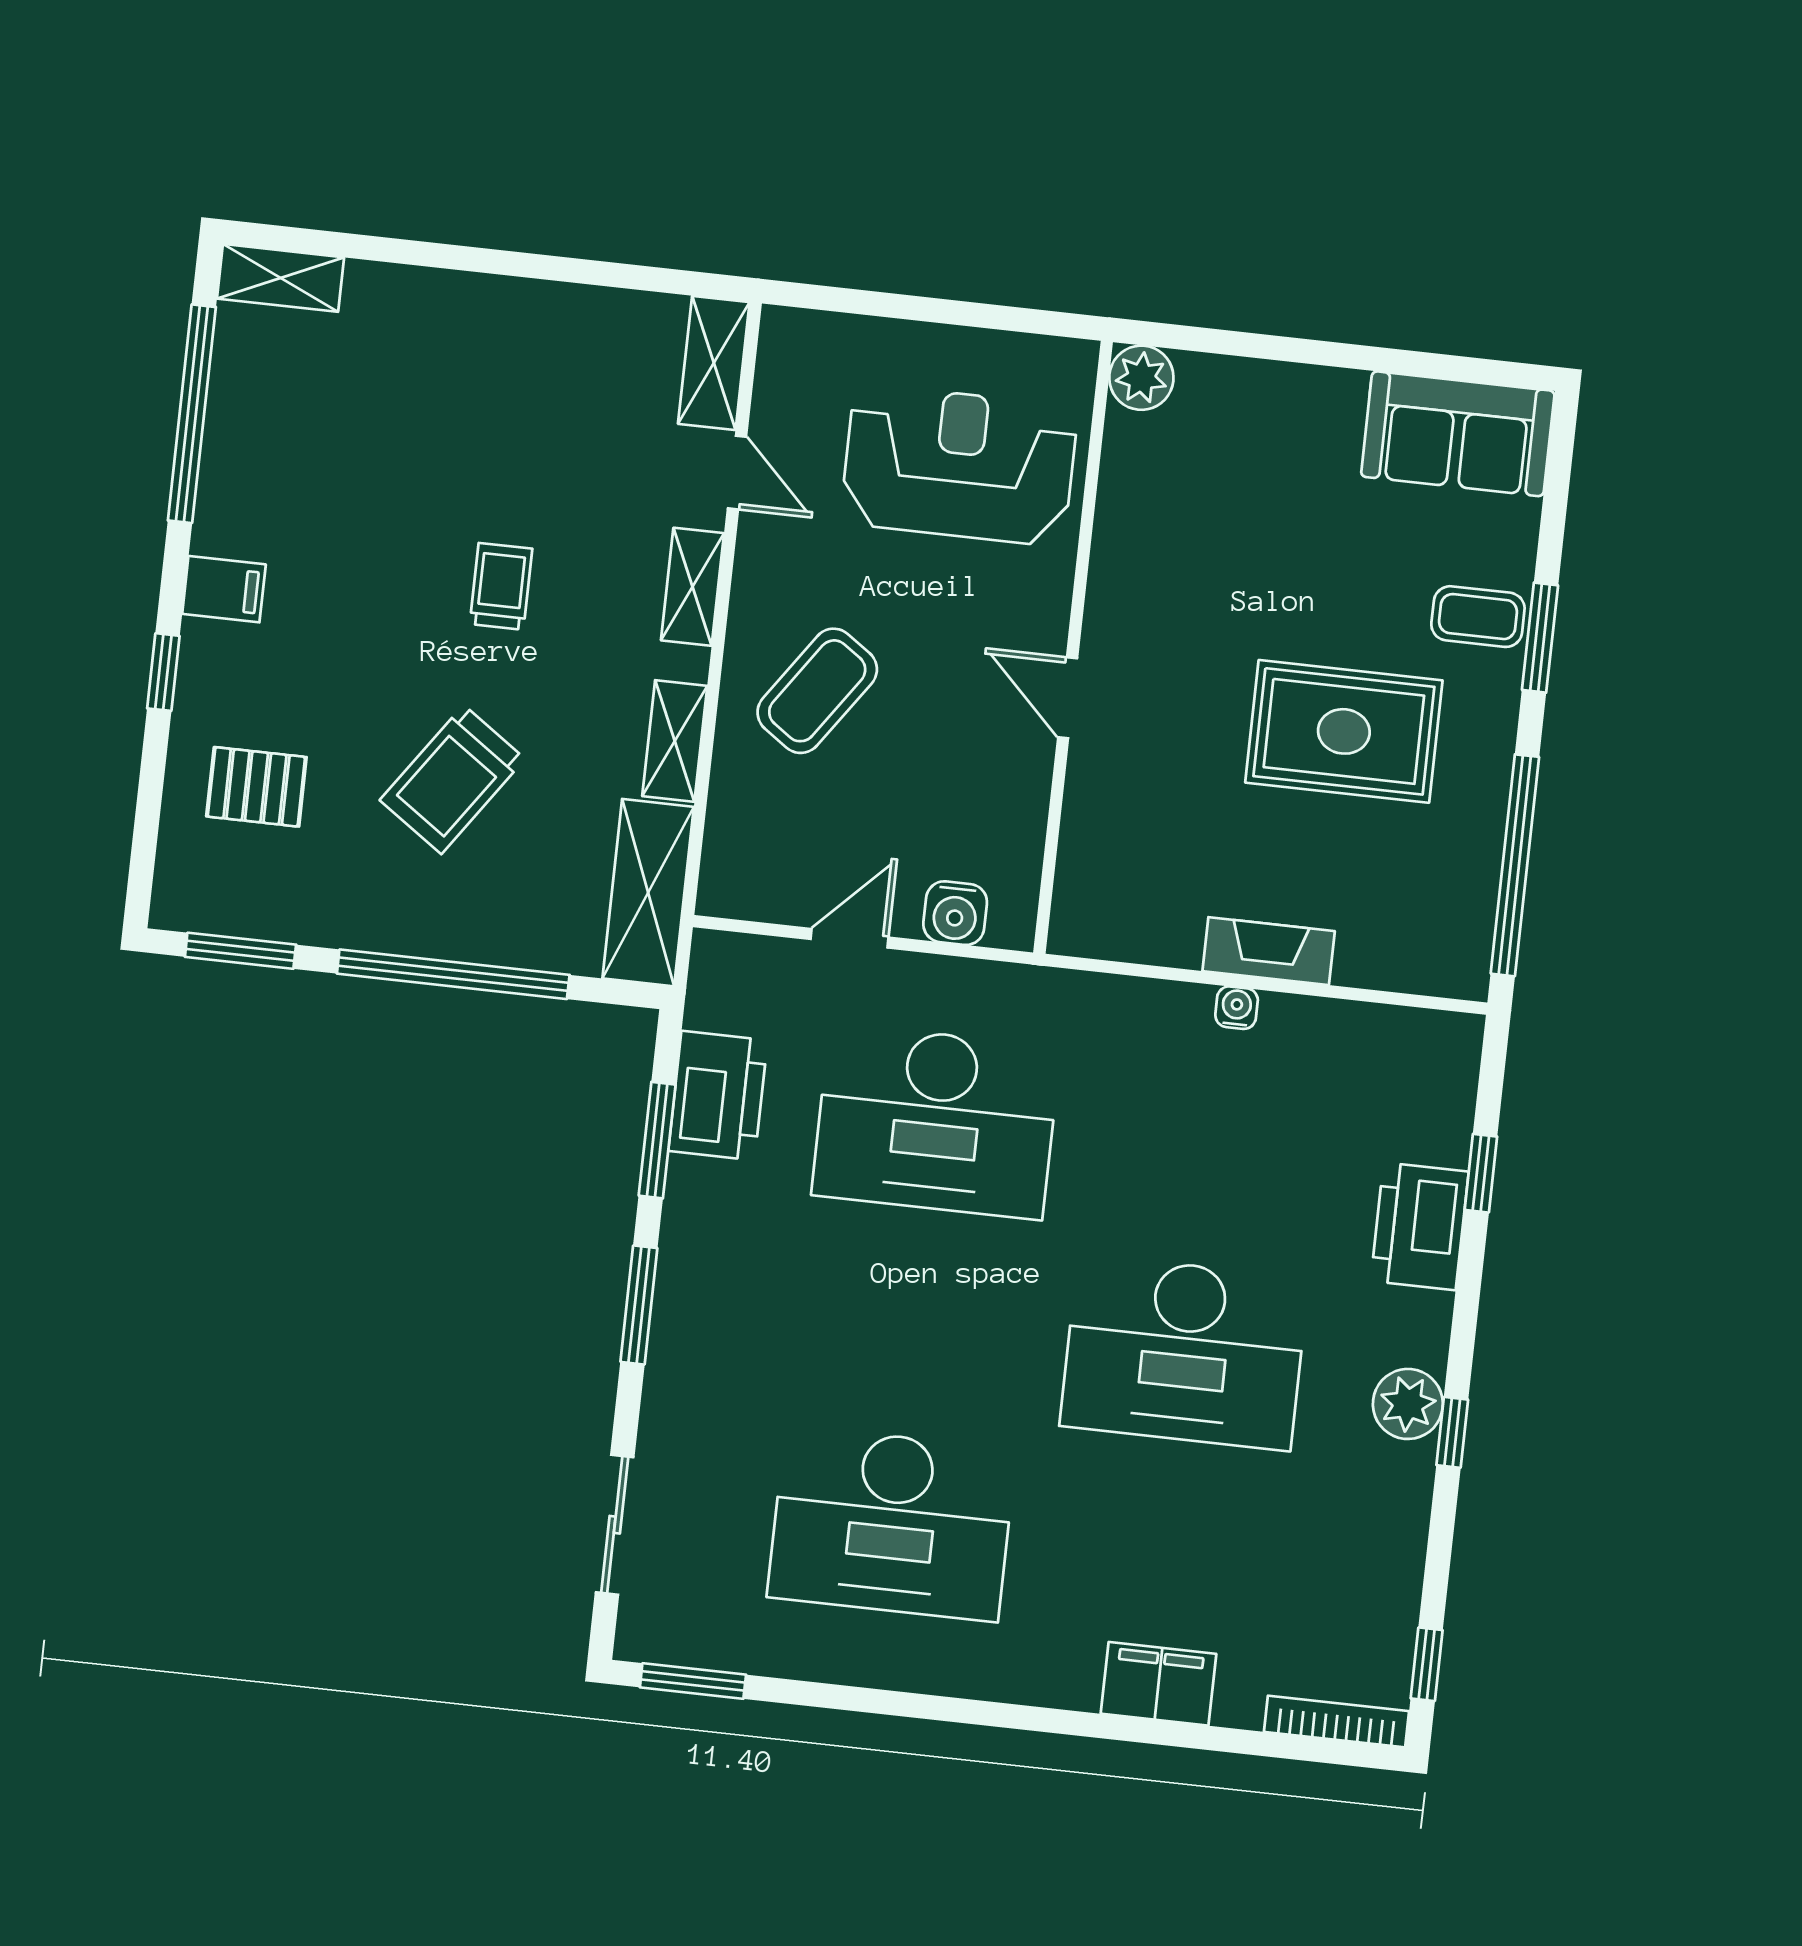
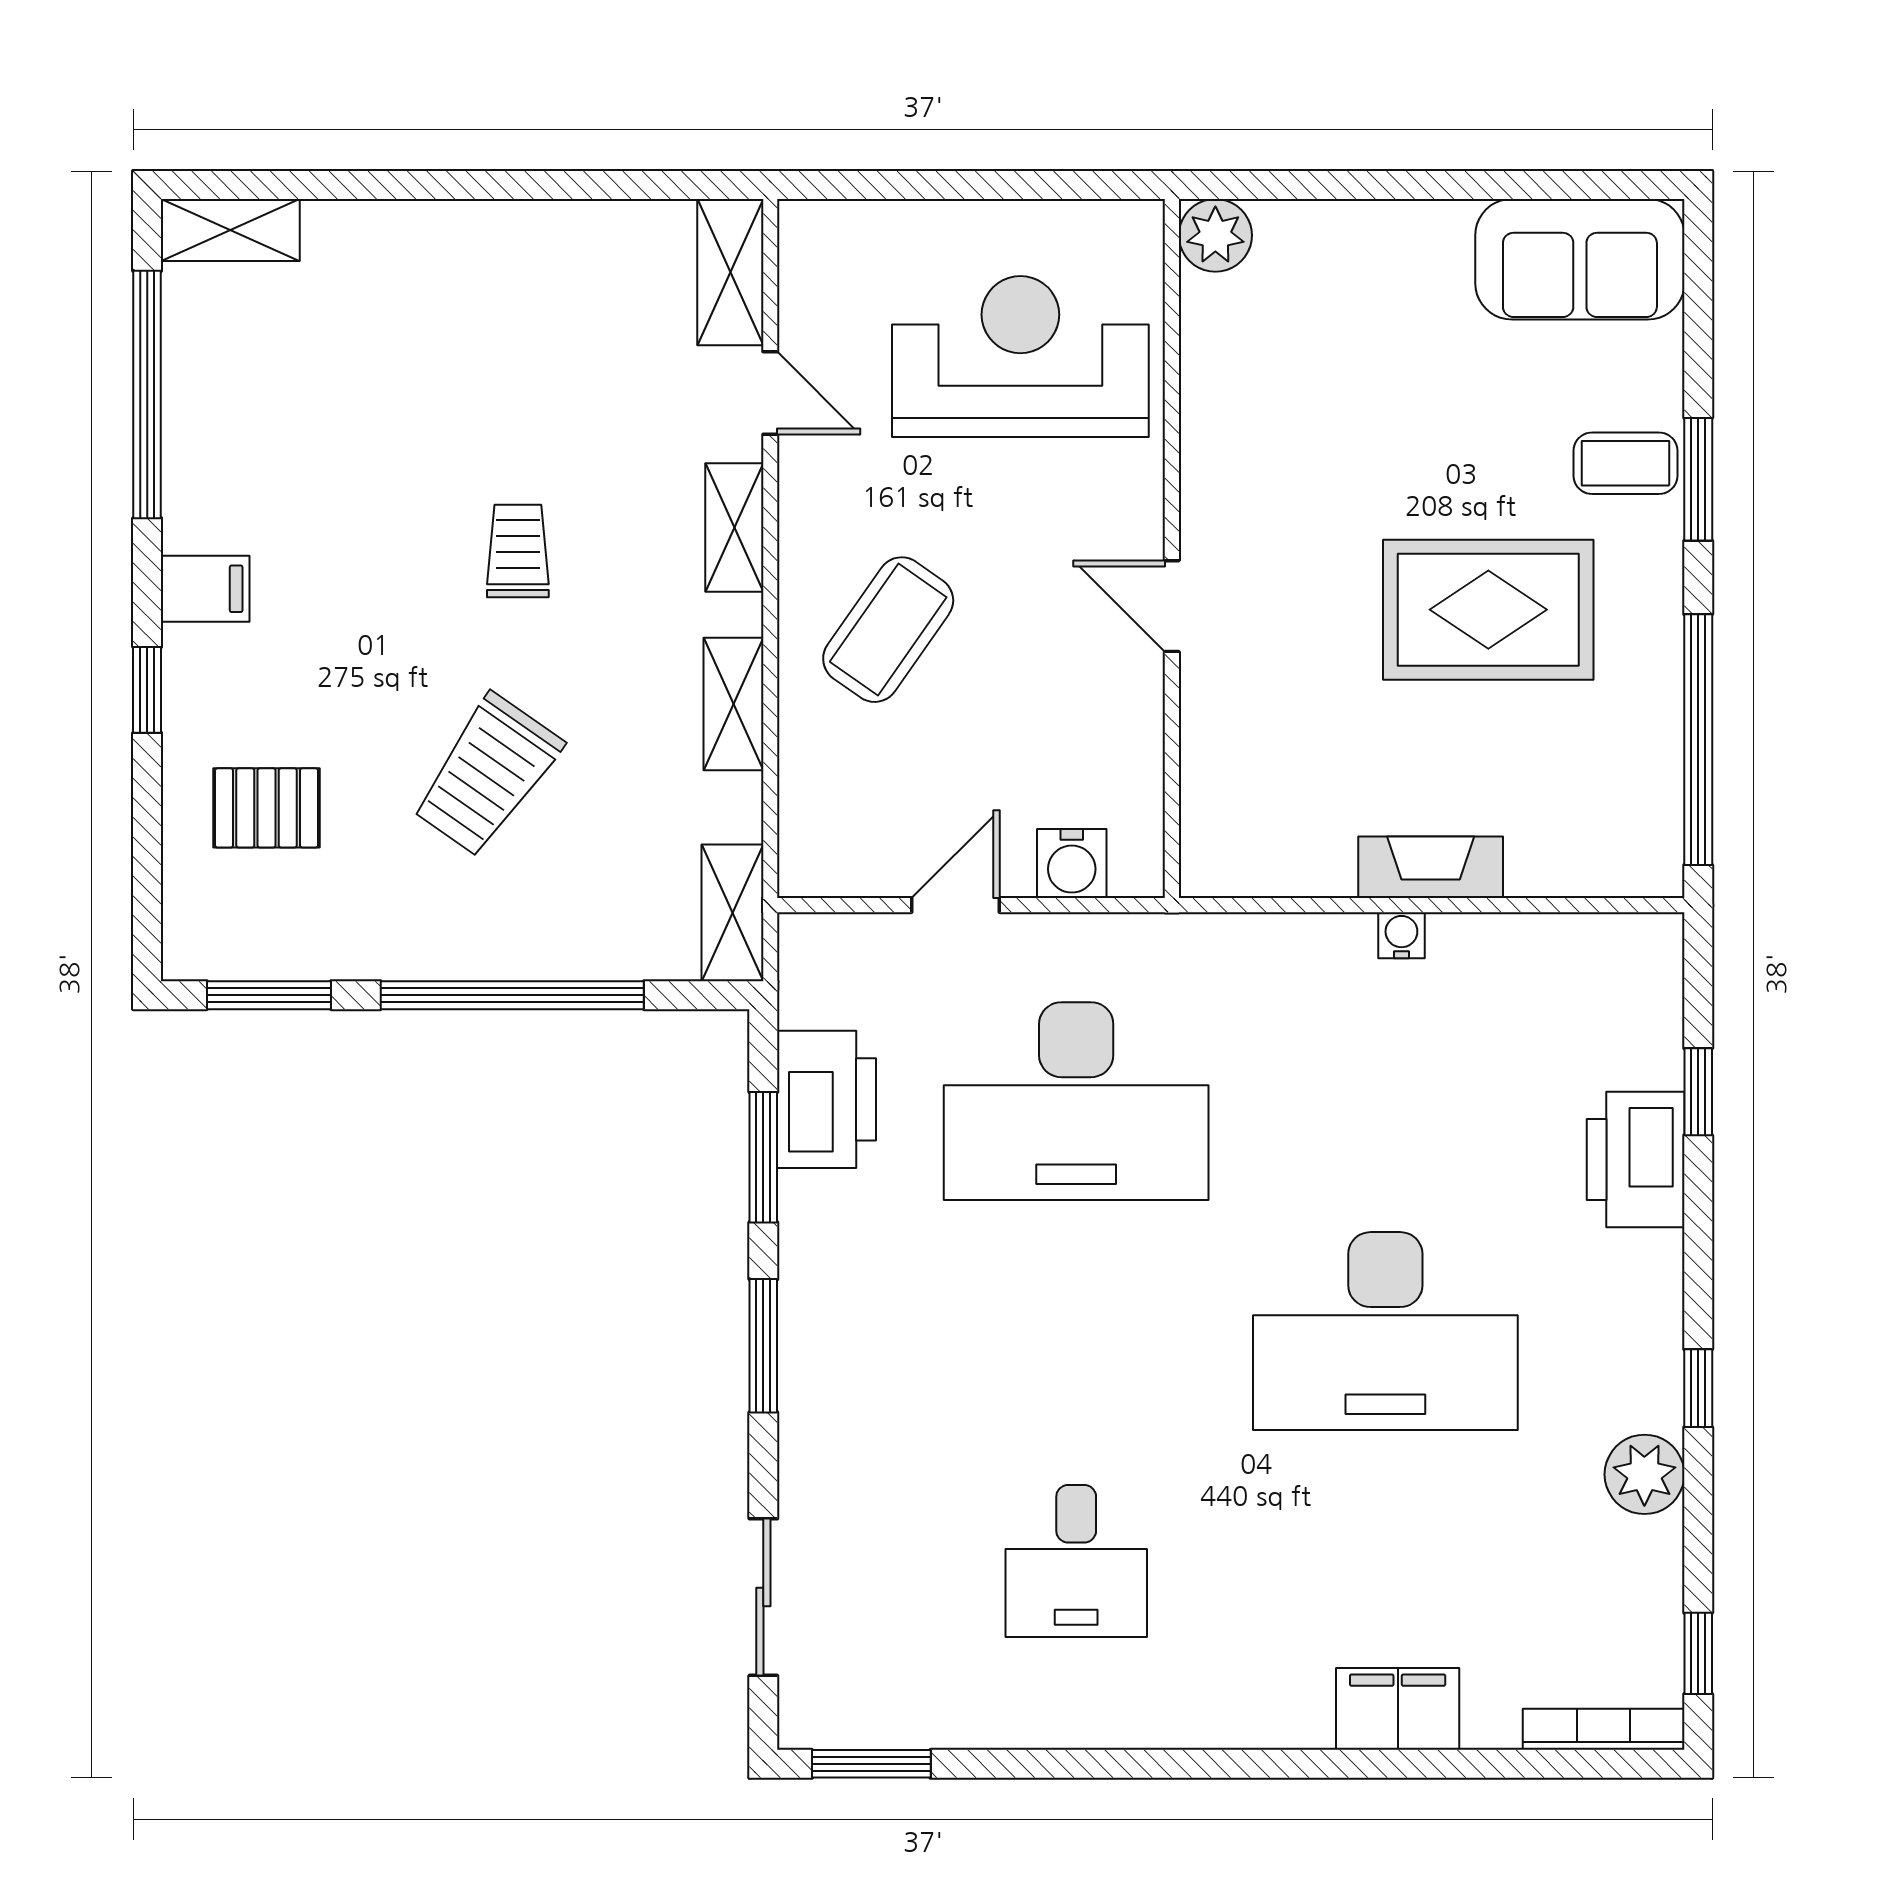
shelving: (648, 893) -> (733, 913), width x0.67, depth x0.75
plant: (1408, 1404) -> (1644, 1474), moved
desk: (892, 1523) -> (1076, 1561), width x0.53, depth x0.77

